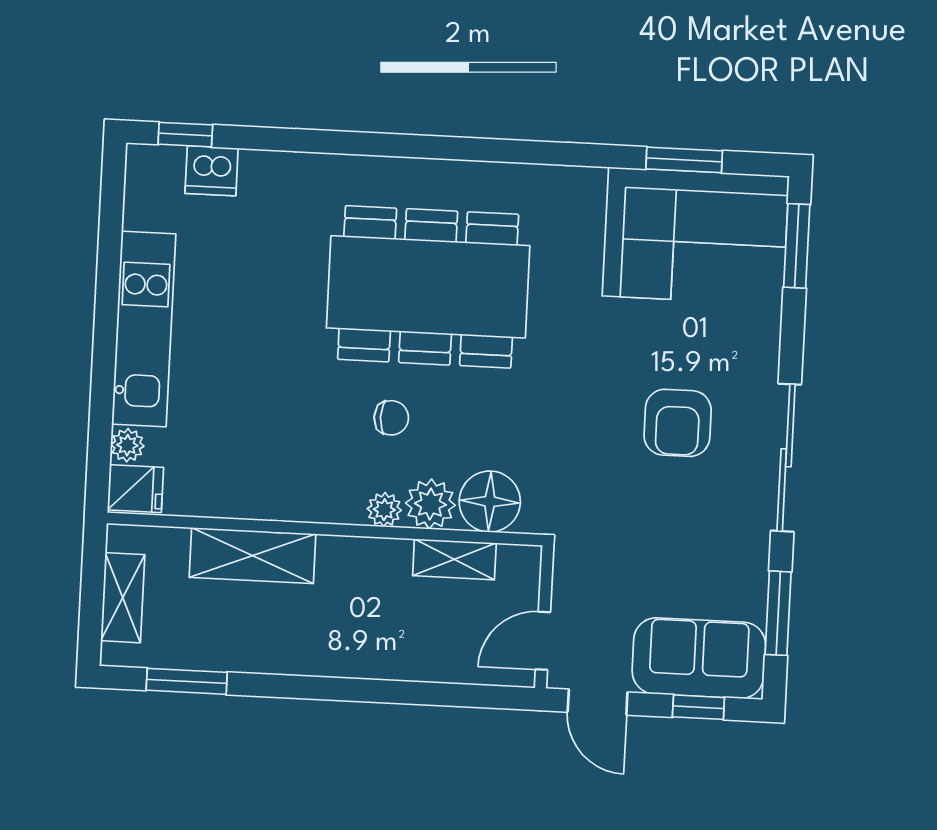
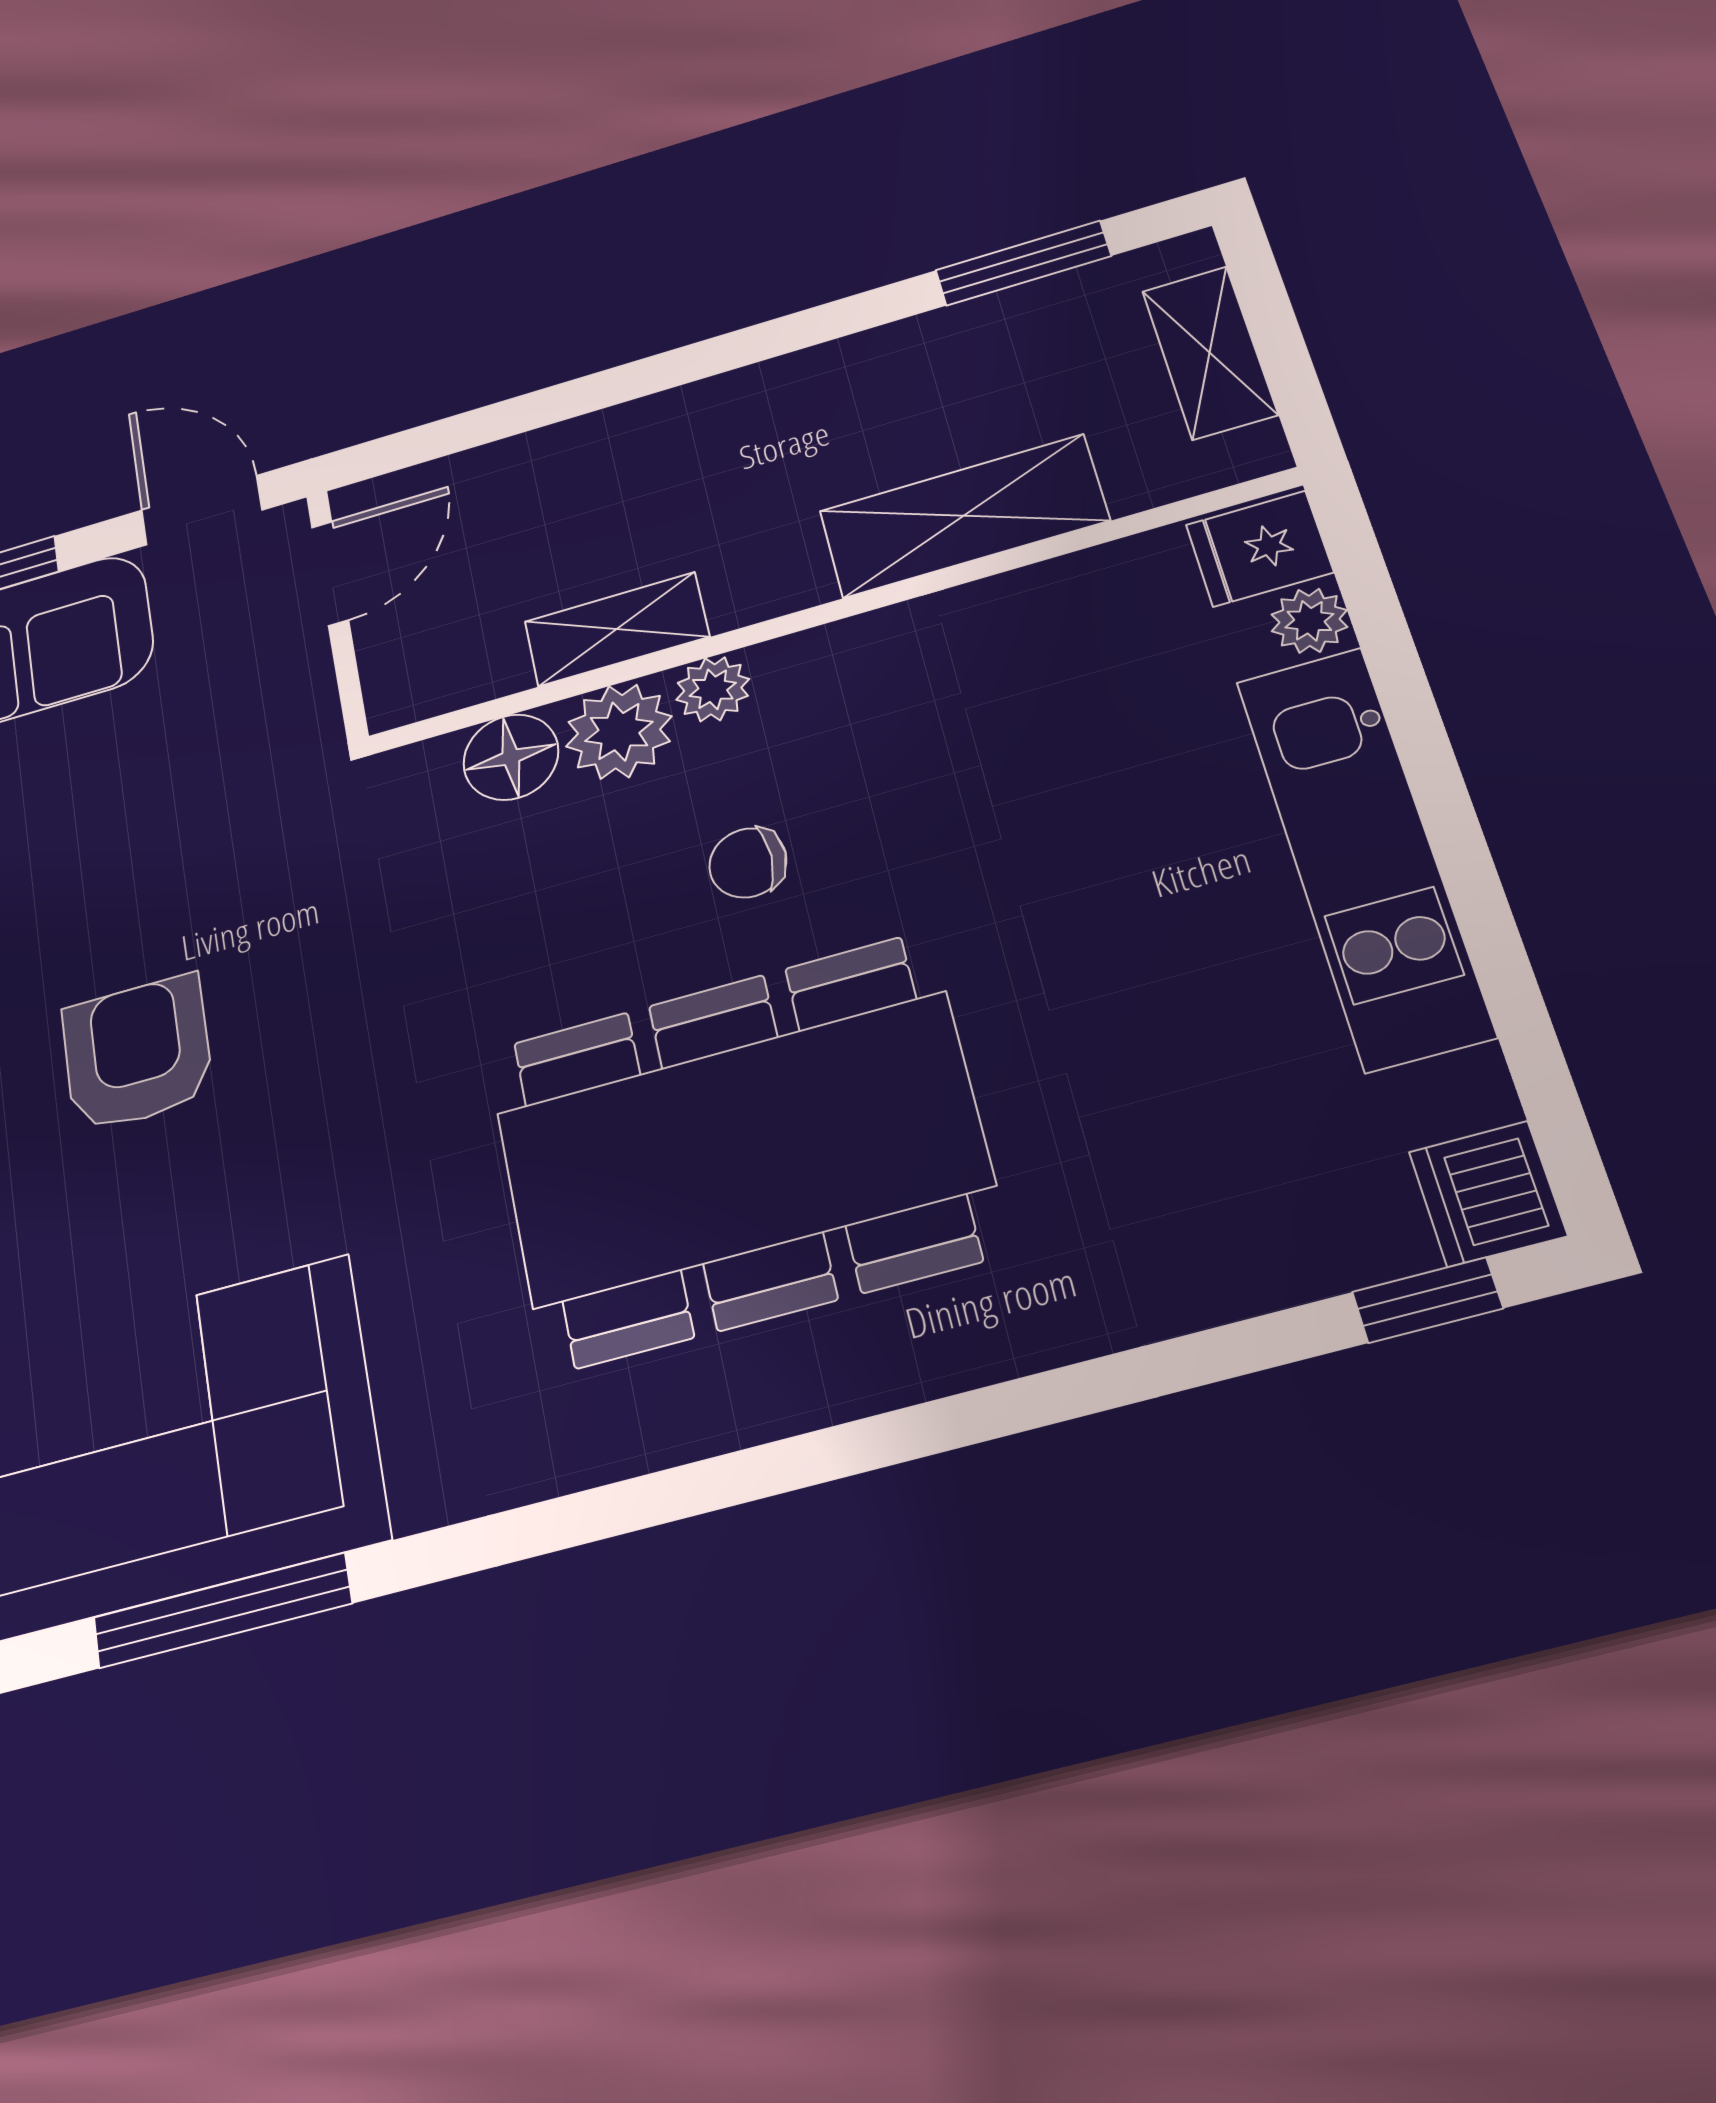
window: (684, 160) -> (222, 1610), width x1.44
dishwasher: (212, 171) -> (1488, 1194), moved, turned -90
floor lamp: (490, 502) -> (511, 757), width x0.73, depth x0.73
shelving: (454, 559) -> (617, 629), moved

